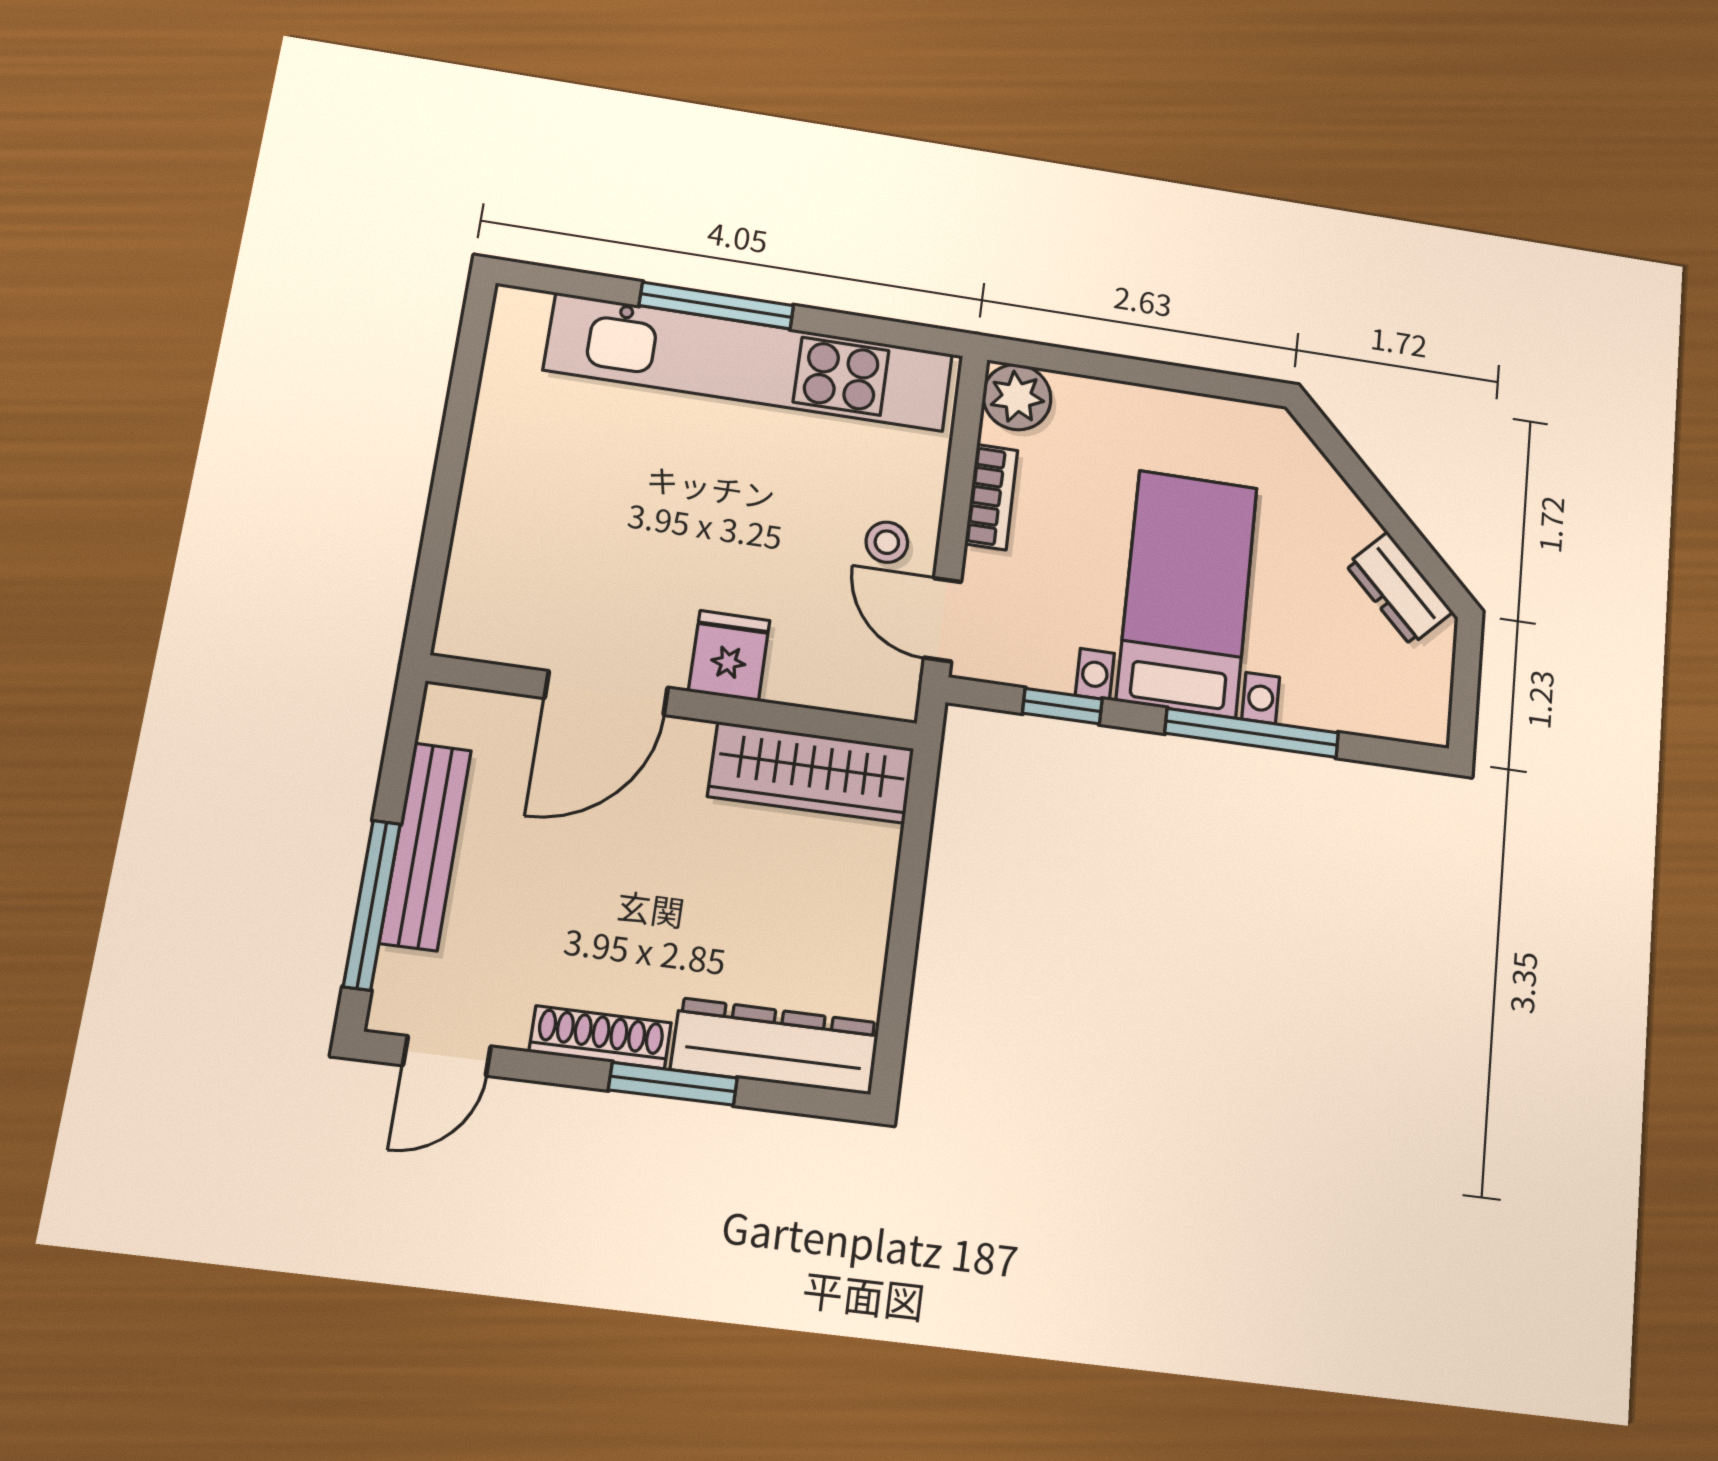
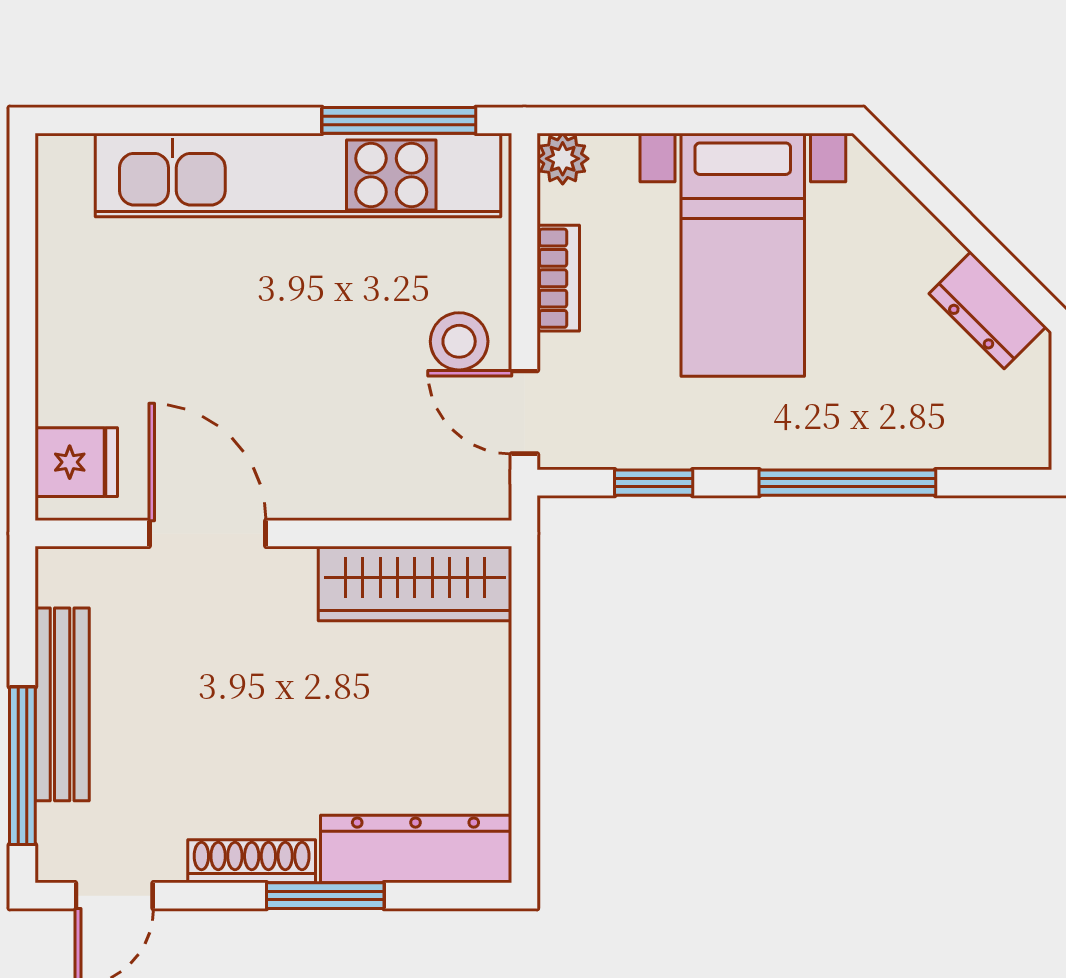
window: (716, 306) -> (399, 120), moved
plant: (1017, 397) -> (563, 159), width x0.73, depth x0.73
stool: (887, 542) -> (459, 341), width x1.37, depth x1.37
bed with nightstands: (1187, 593) -> (743, 255), moved, turned 180
fridge: (729, 656) -> (76, 462), moved, turned 90
door: (606, 693) -> (208, 533), swing flipped

